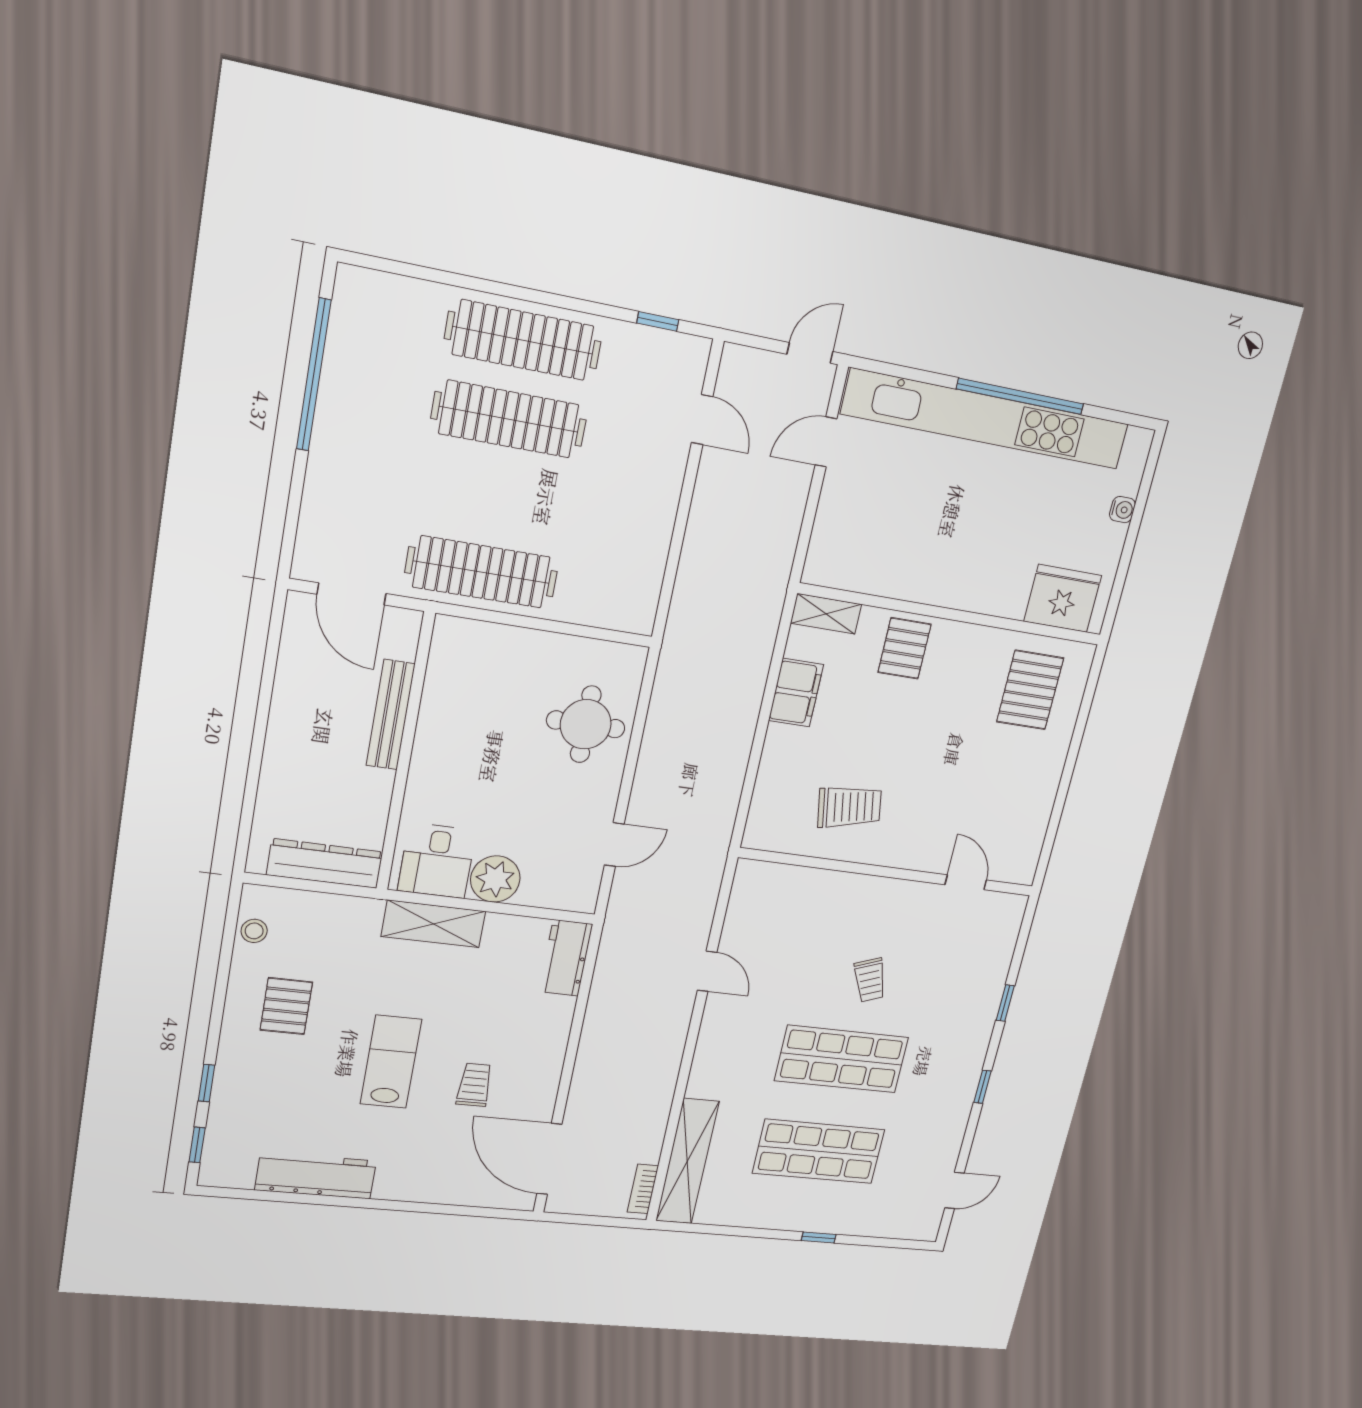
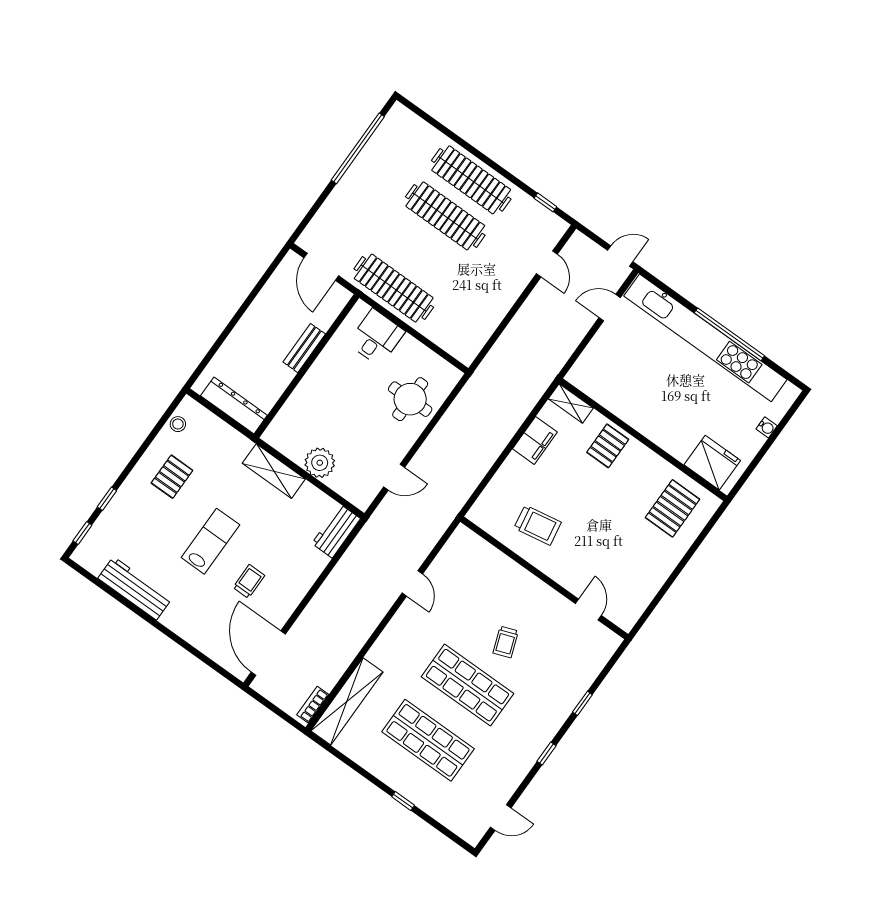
bench: (391, 715) -> (304, 348), width x0.73
desk: (437, 861) -> (376, 337), moved, turned 180

